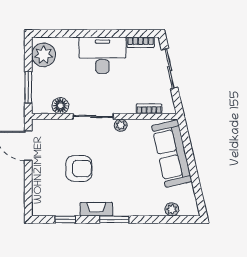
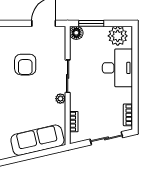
desk: (102, 55) -> (117, 68), moved
floor lamp: (60, 106) -> (76, 33), moved

